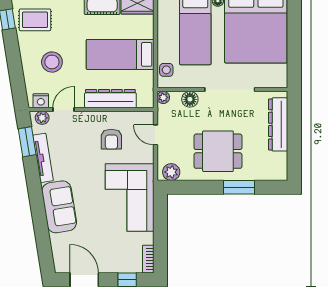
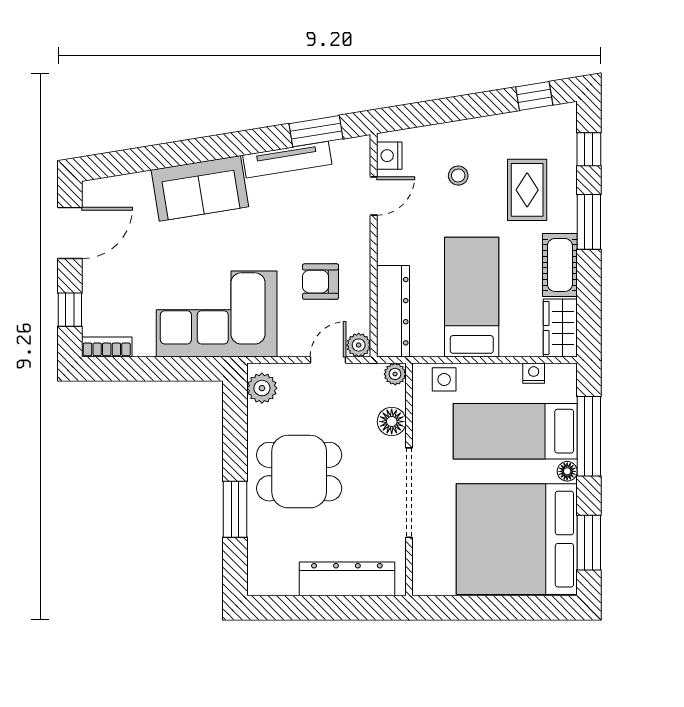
rug: (35, 20) -> (527, 190), moved
nightstand: (163, 20) -> (534, 373), added
stool: (52, 62) -> (458, 176), width x0.53, depth x0.53
dresser: (110, 99) -> (393, 311), moved
door: (63, 109) -> (374, 196), hinge flipped
plant: (42, 118) -> (359, 345), moved
dining table: (218, 151) -> (299, 472), turned 90

